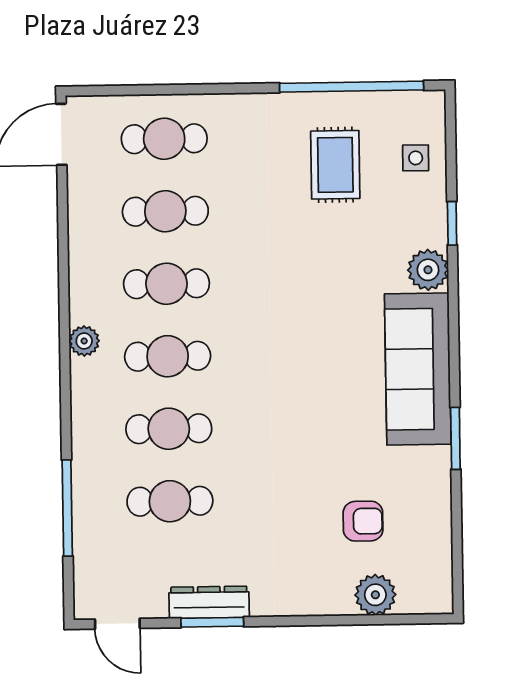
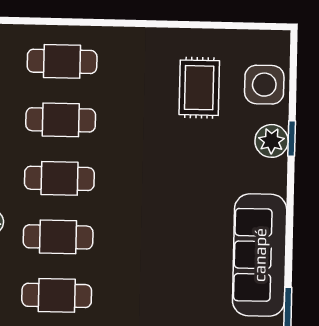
window: (352, 87) -> (215, 25), removed
side table: (416, 158) -> (264, 85), width x1.87, depth x1.87
plant: (428, 270) -> (272, 141), moved

